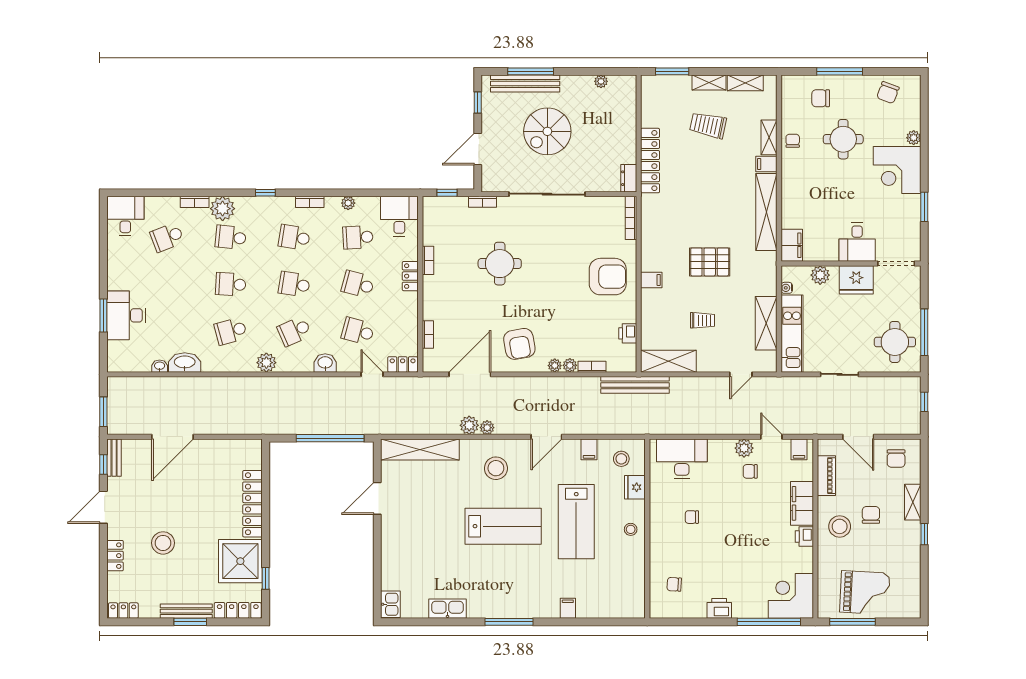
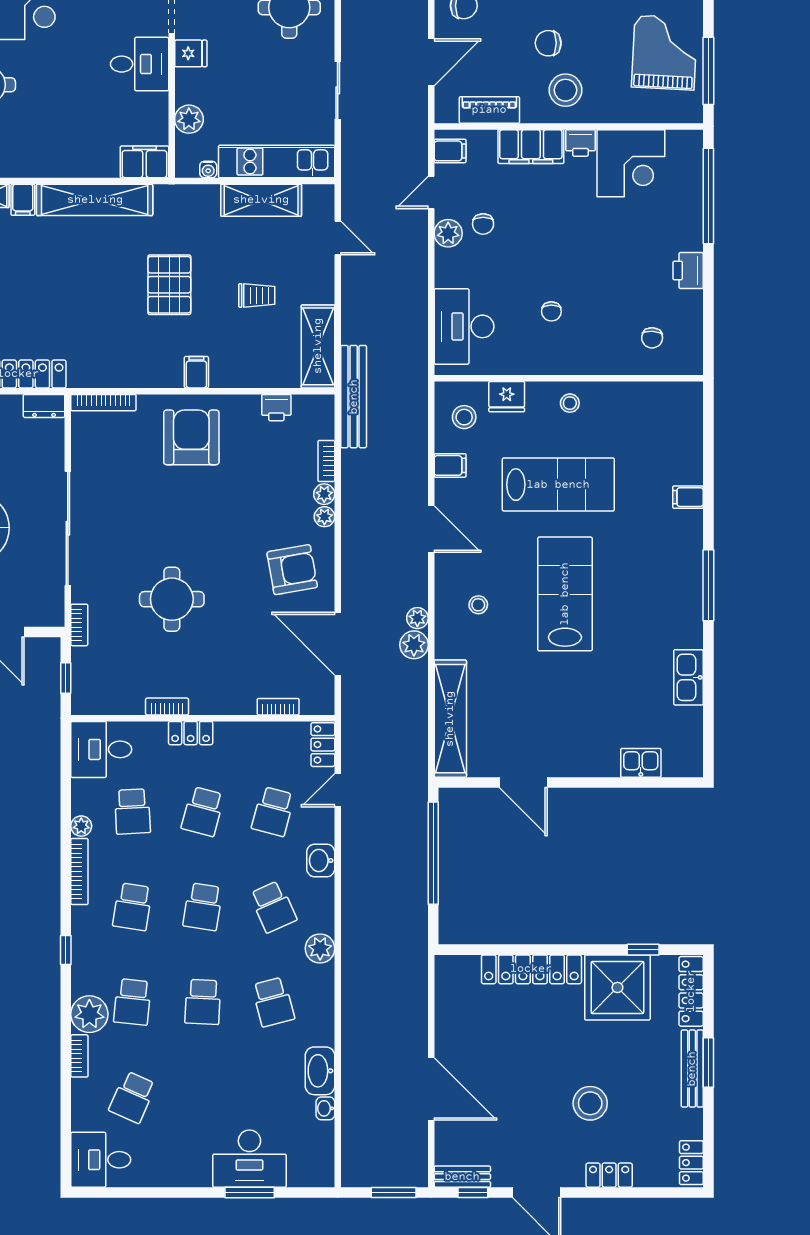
bookcase: (310, 202) -> (79, 871), width x1.56
school desk: (167, 237) -> (132, 1097), turned 45
fridge: (856, 280) -> (191, 53), width x0.53, depth x0.75
trolley: (703, 320) -> (257, 295), turned 90
stool: (496, 468) -> (478, 605), width x0.53, depth x0.53
corner desk: (791, 596) -> (631, 163), moved, turned -90
kitchen sink: (390, 604) -> (641, 763), moved

